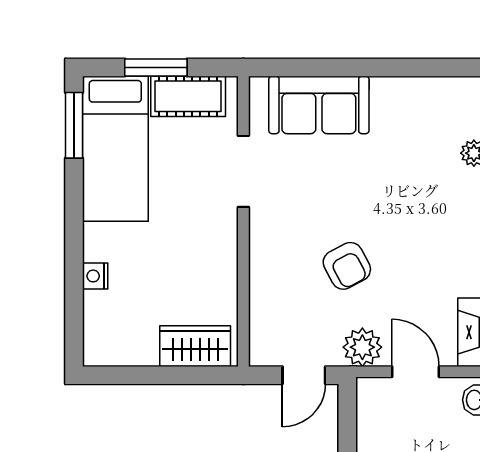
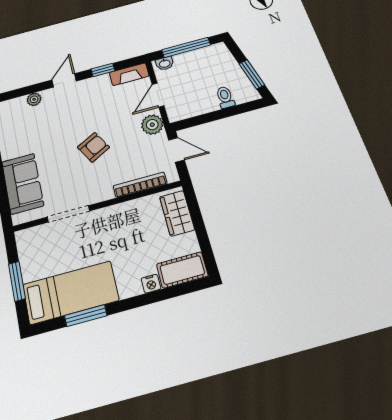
cot: (188, 96) -> (182, 270), moved, turned 90
window: (74, 125) -> (86, 316), moved
armchair: (347, 266) -> (93, 147), moved
bookcase: (260, 300) -> (140, 185), added

